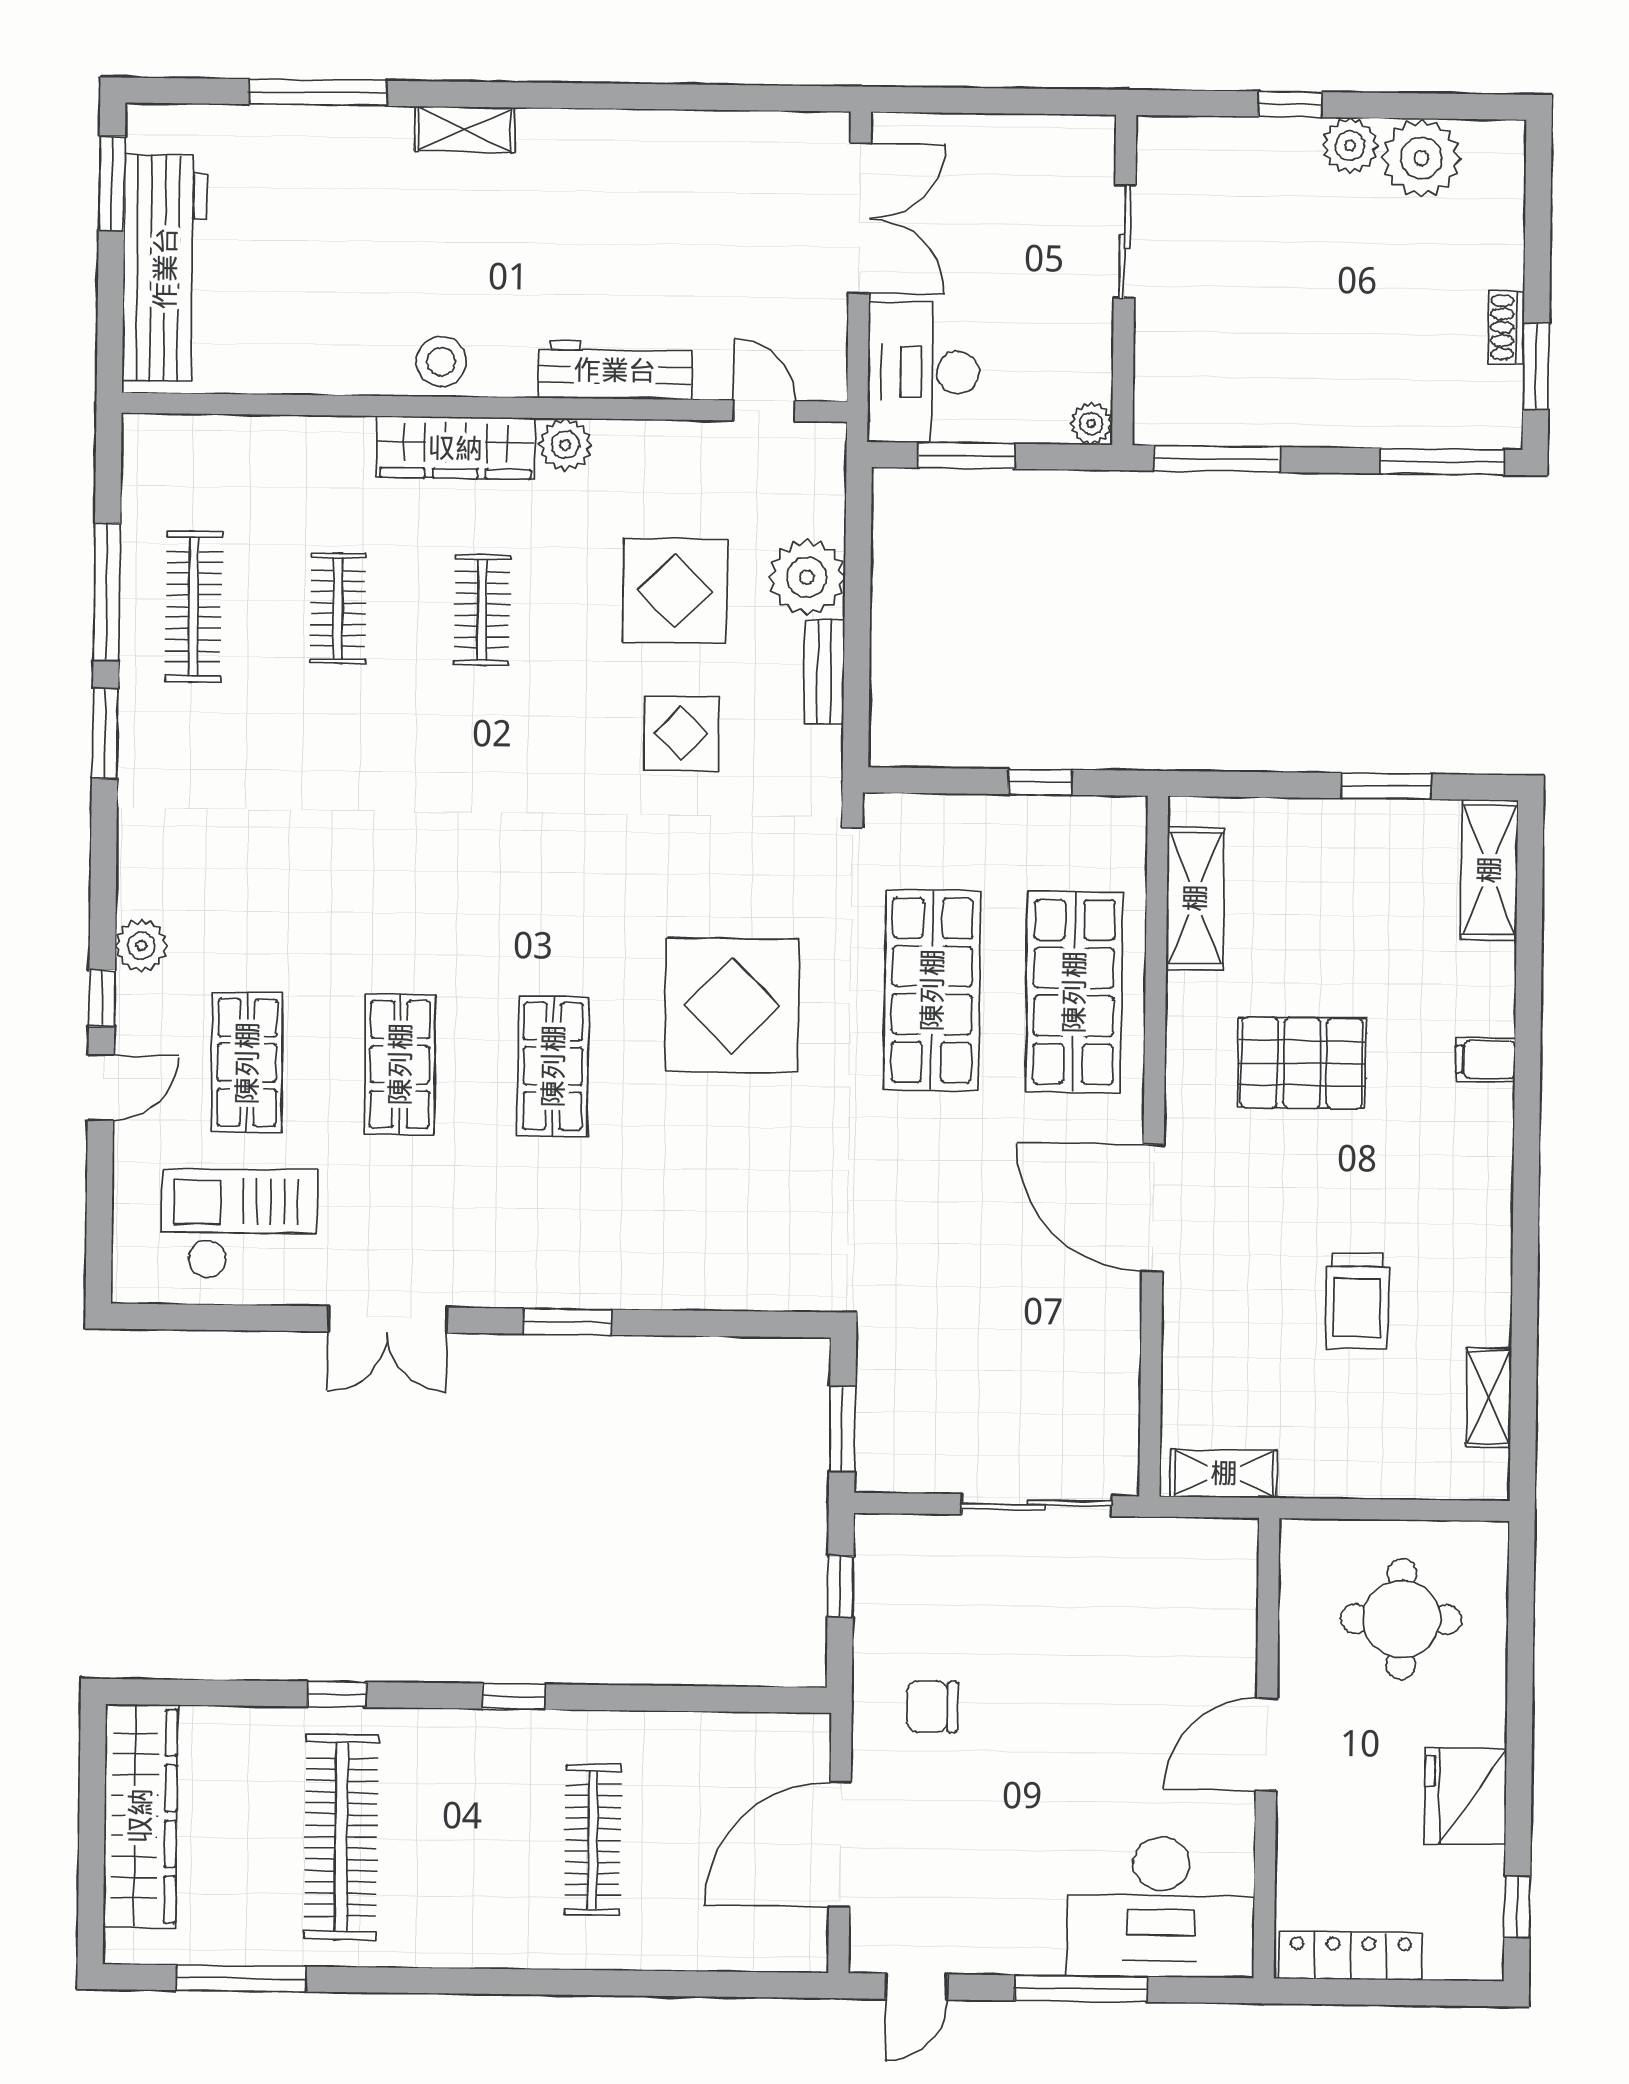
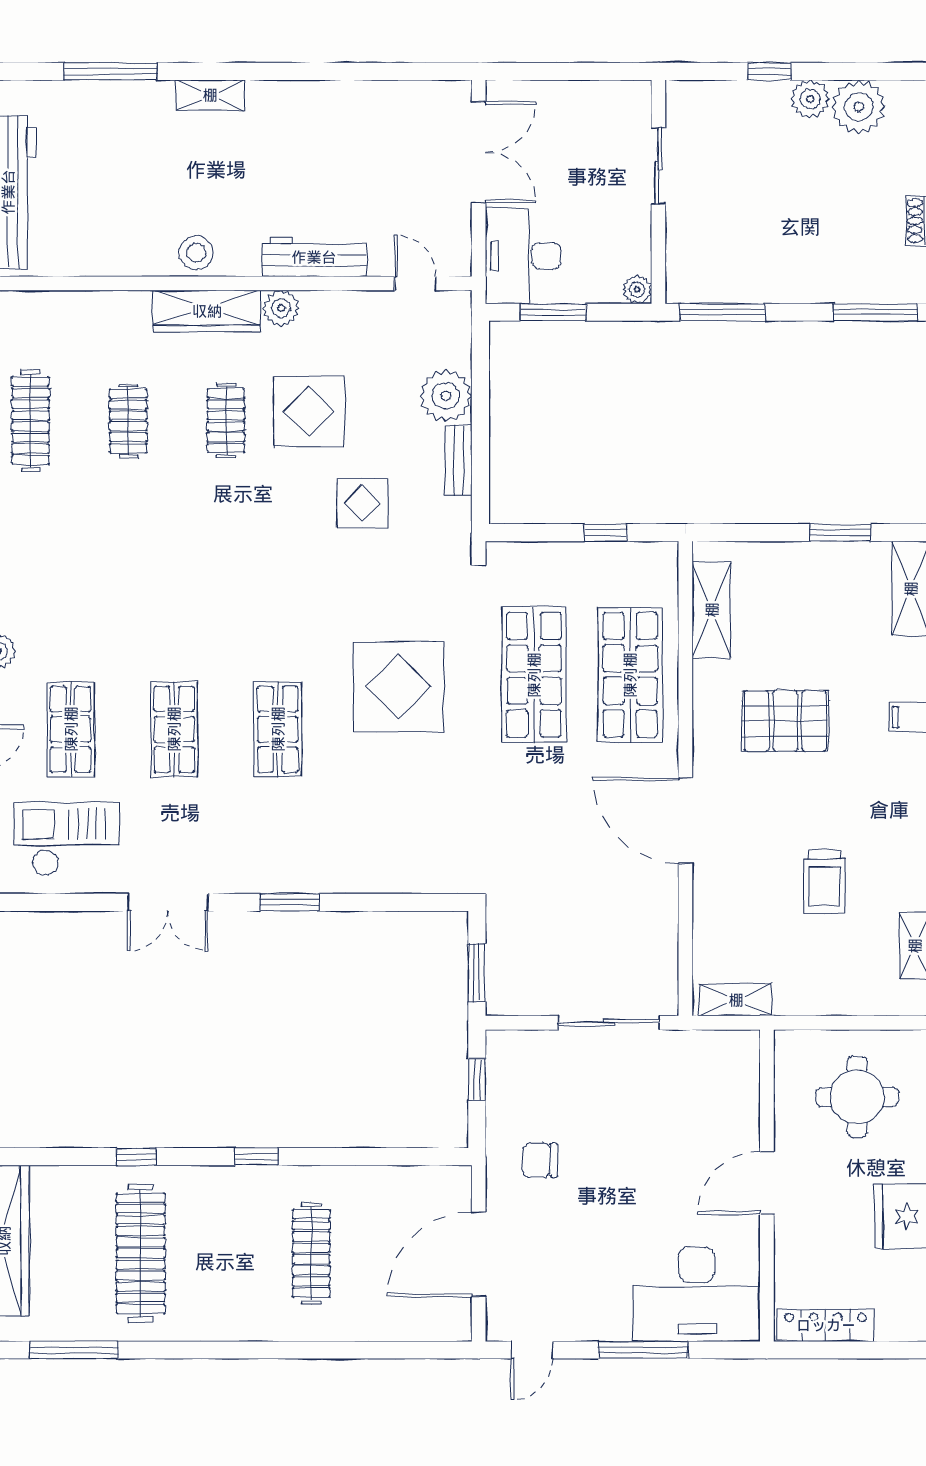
display table: (675, 591) -> (309, 411), moved

